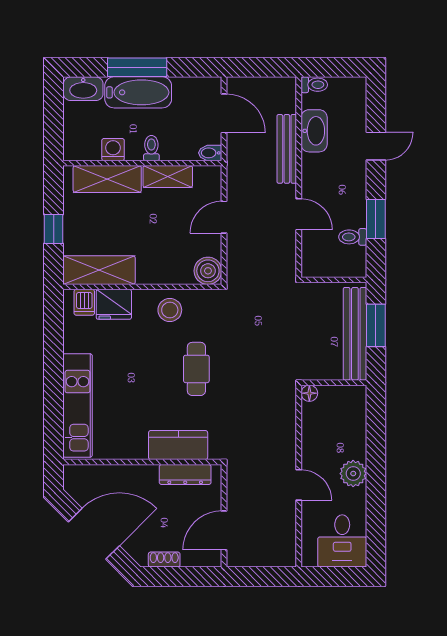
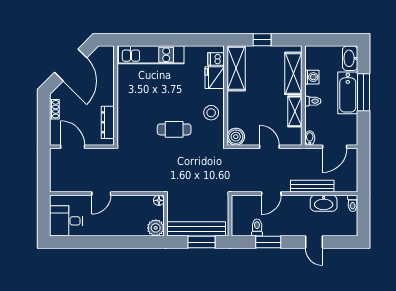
kitchen counter: (178, 445) -> (126, 118), removed
plant: (353, 474) -> (156, 228), moved

